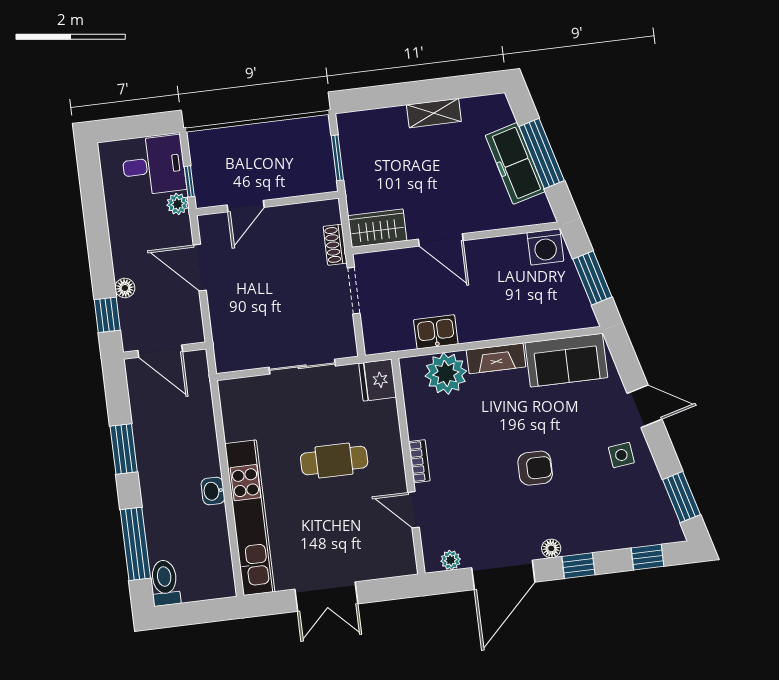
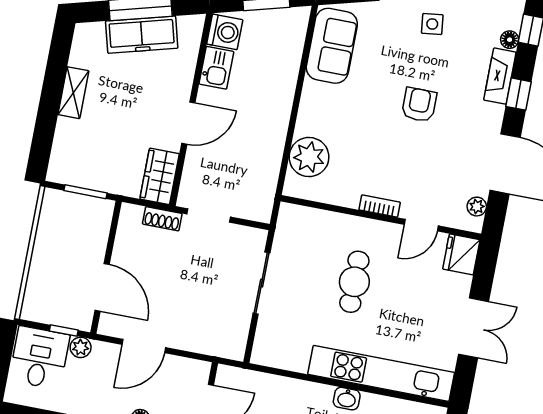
door: (246, 206) -> (102, 287), width x1.38
kitchen sink: (436, 332) -> (216, 68), moved, turned 180
fireplace: (496, 358) -> (500, 76), moved, turned 180
fridge: (378, 380) -> (461, 254), moved, turned 90
floor lamp: (551, 548) -> (510, 40), moved

